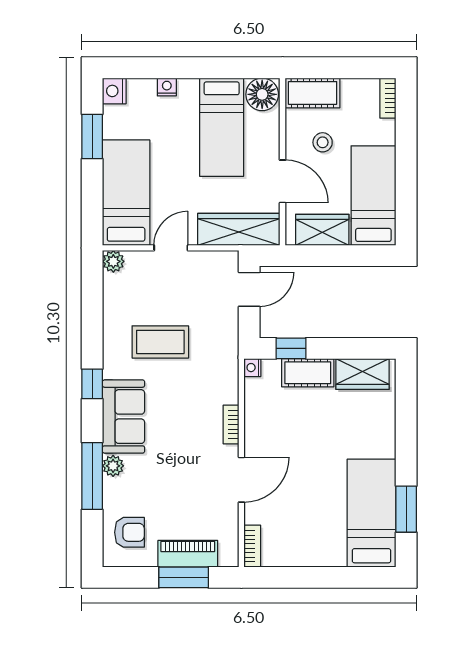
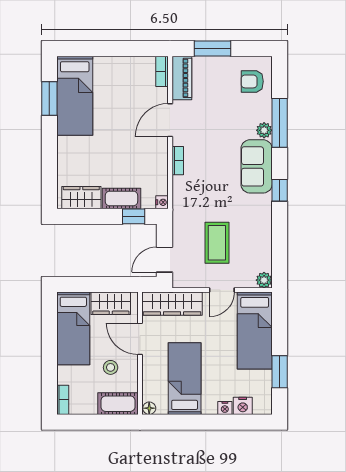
nightstand: (114, 91) -> (243, 406), moved, turned 90
floor lamp: (262, 94) -> (149, 408), width x0.53, depth x0.53
coffee table: (160, 342) -> (217, 243), moved, turned 90
piano: (188, 554) -> (182, 78), moved, turned -90

